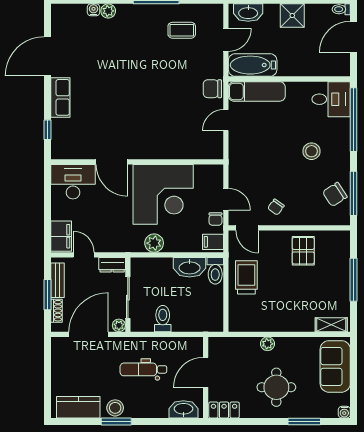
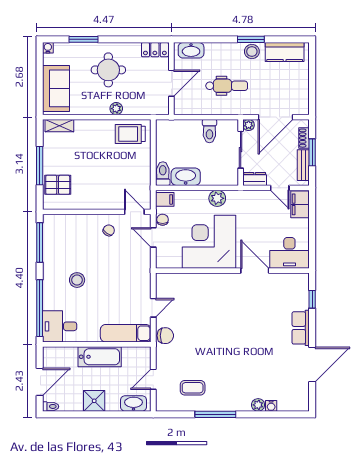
bathtub: (253, 65) -> (100, 357), moved
chair: (335, 194) -> (56, 242), removed
pallet: (303, 251) -> (58, 185), moved, turned 90
trolley: (246, 277) -> (130, 134), moved, turned 90

